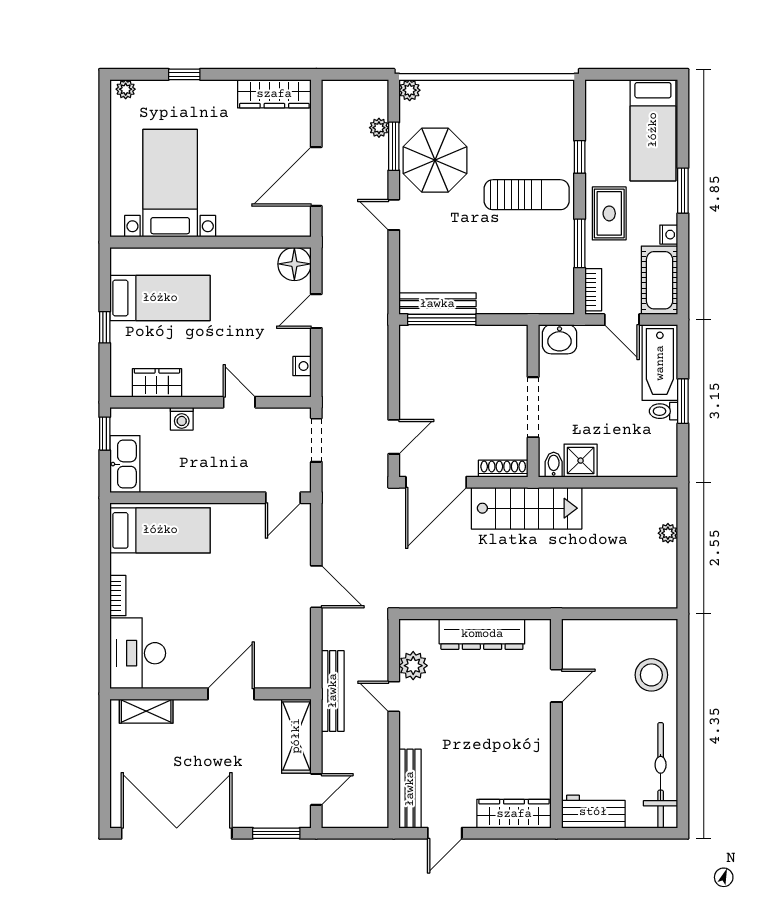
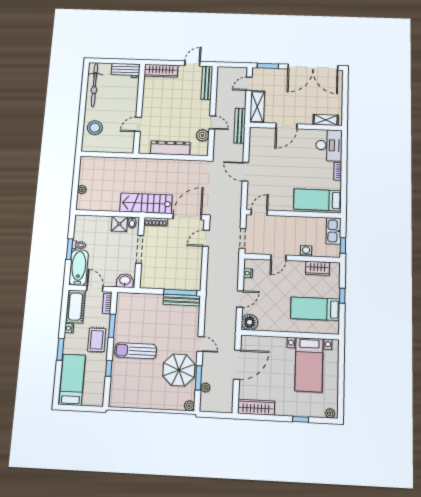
door: (239, 402) -> (278, 257), hinge flipped

